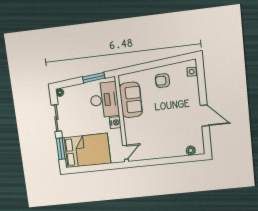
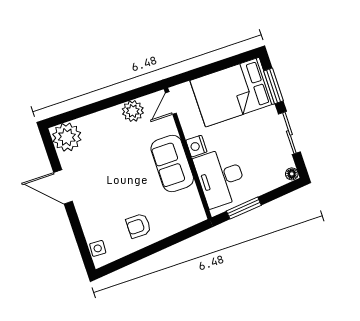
armchair: (162, 81) -> (138, 226), turned 180
sofa: (131, 100) -> (172, 163), moved
plant: (191, 150) -> (67, 137), width x1.88, depth x1.88
plant: (150, 153) -> (133, 111), added

